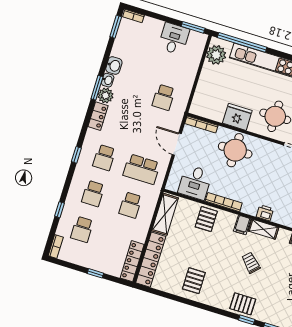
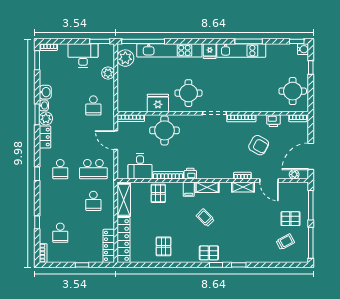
desk: (174, 39) -> (83, 55), width x1.37
plant: (191, 66) -> (108, 73), added
school desk: (93, 193) -> (60, 201), removed
printer: (265, 213) -> (190, 174), moved

